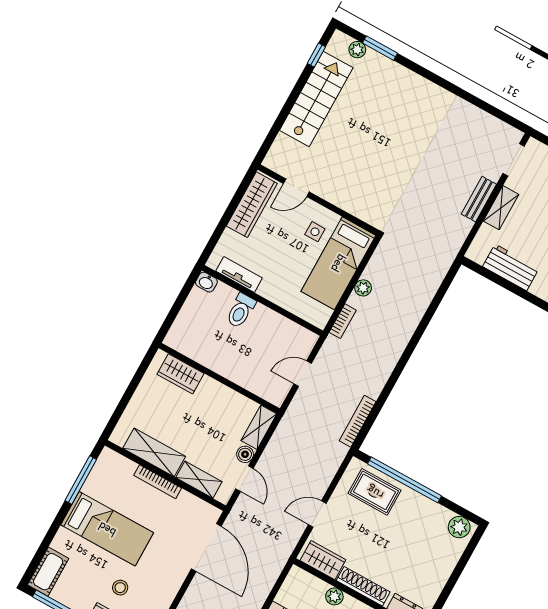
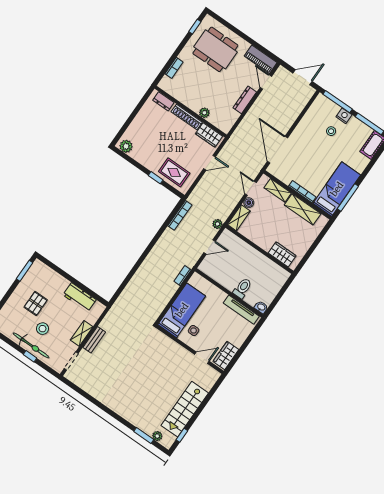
wardrobe: (252, 205) -> (226, 355), width x0.67
tv unit: (239, 275) -> (241, 310), width x1.41
plant: (363, 288) -> (217, 224), moved
window: (404, 480) -> (156, 178), width x0.32
bed: (107, 529) -> (337, 189), moved, turned 90

